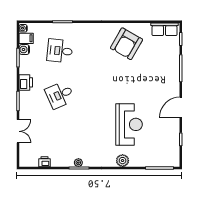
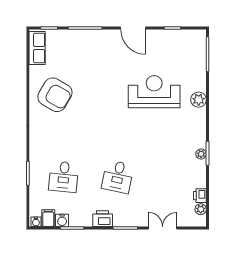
desk: (60, 95) -> (118, 177), turned 36
plant: (33, 162) -> (201, 209), added

